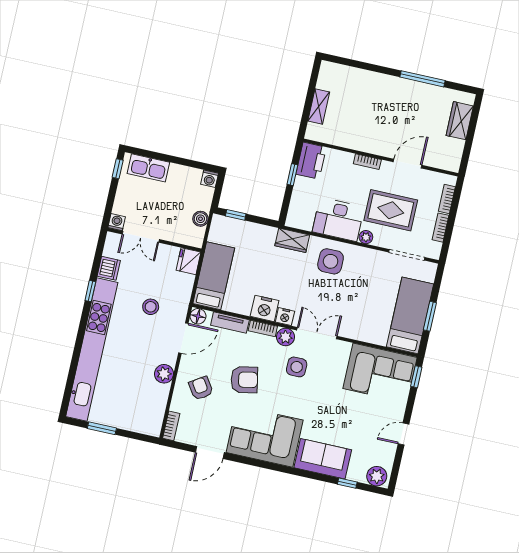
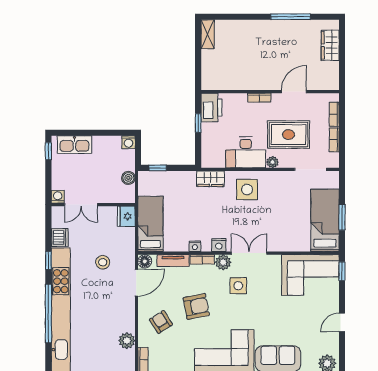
shelving: (319, 107) -> (208, 34), moved
nightstand: (265, 308) -> (195, 246), width x0.53, depth x0.56
window: (77, 351) -> (48, 313), added
plant: (164, 374) -> (127, 341), moved

